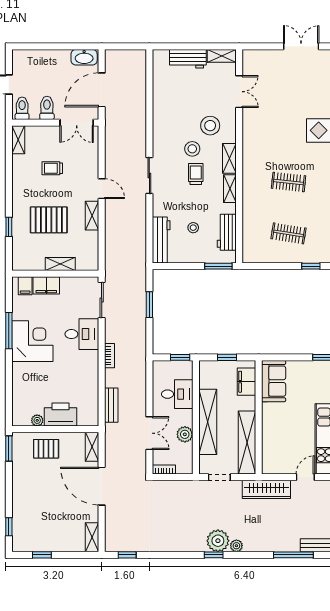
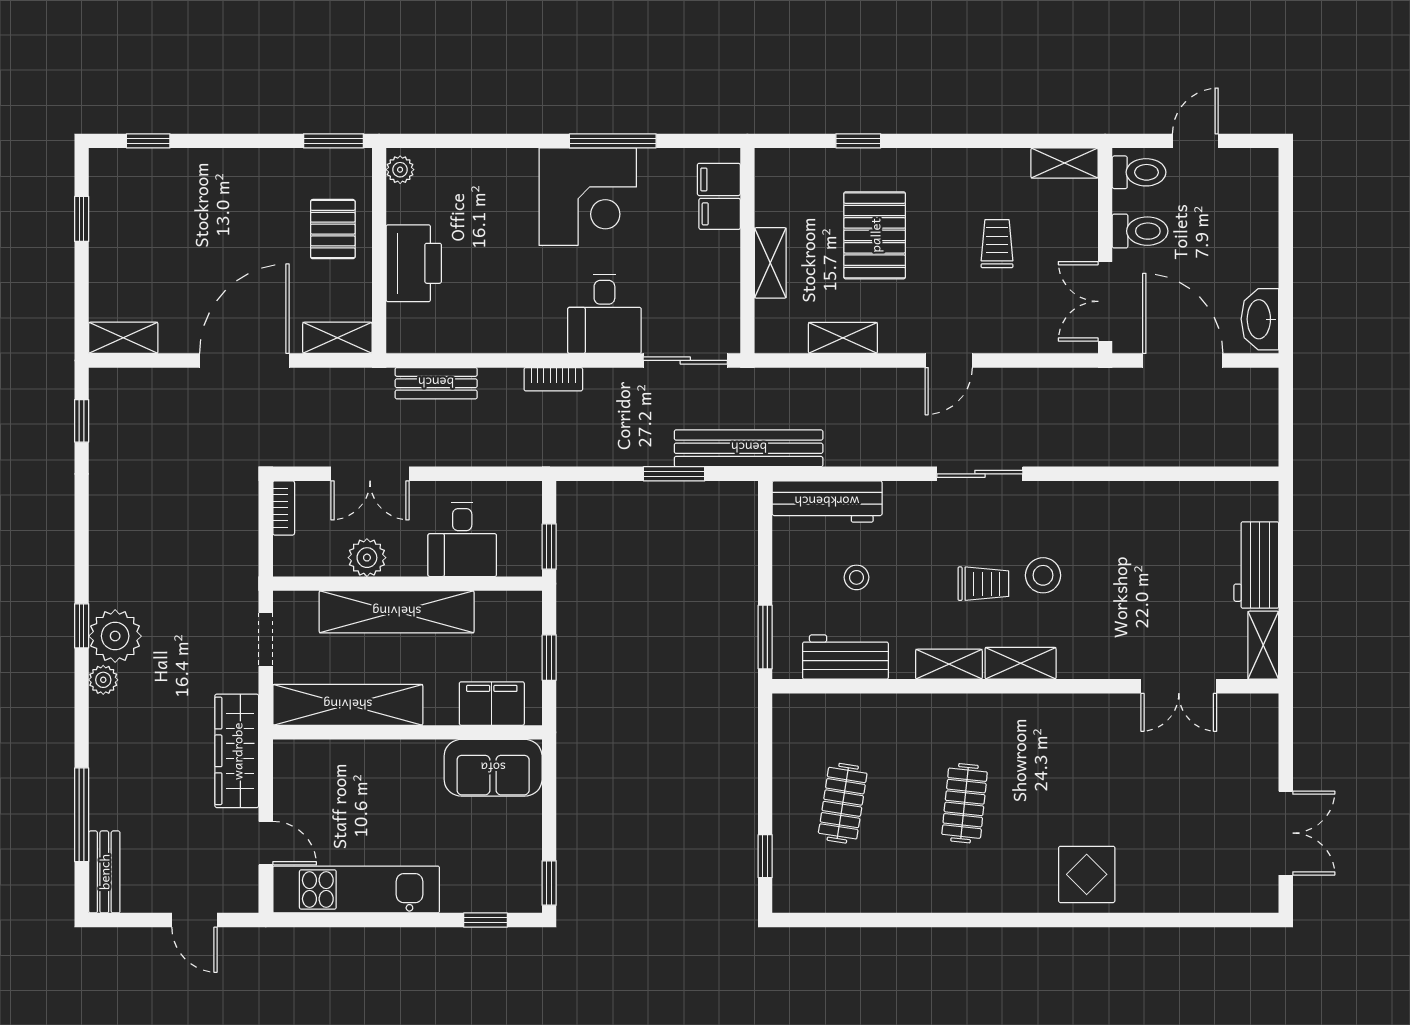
stool: (210, 126) -> (1098, 618), removed
shelving: (92, 216) -> (843, 338), moved
bench: (139, 273) -> (749, 448), added
filing cabinet: (46, 285) -> (720, 214), width x0.50
plant: (37, 420) -> (400, 170), moved

